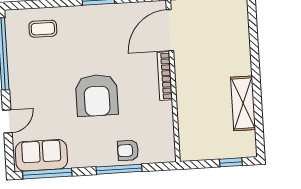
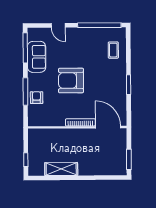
sofa: (41, 155) -> (37, 57), moved

